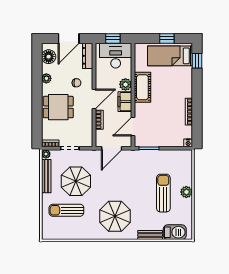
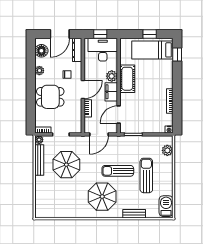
plant: (186, 192) -> (167, 150), moved
sun lounger: (66, 210) -> (118, 171), moved
barbecue: (175, 232) -> (166, 206), moved, turned -90

